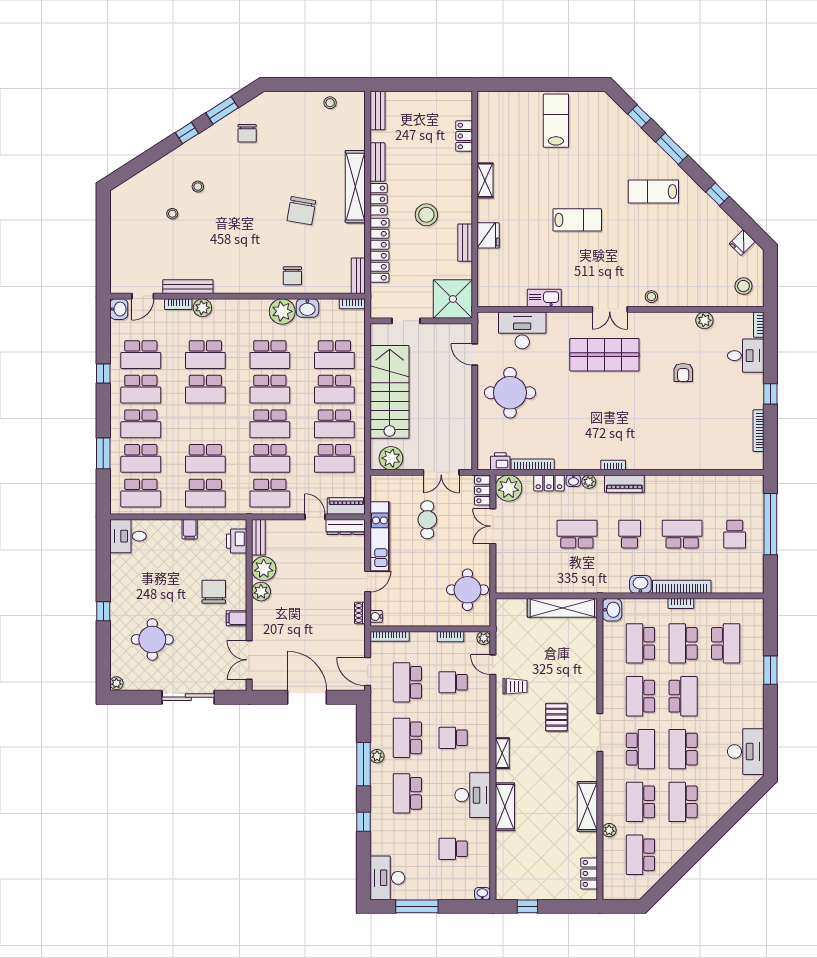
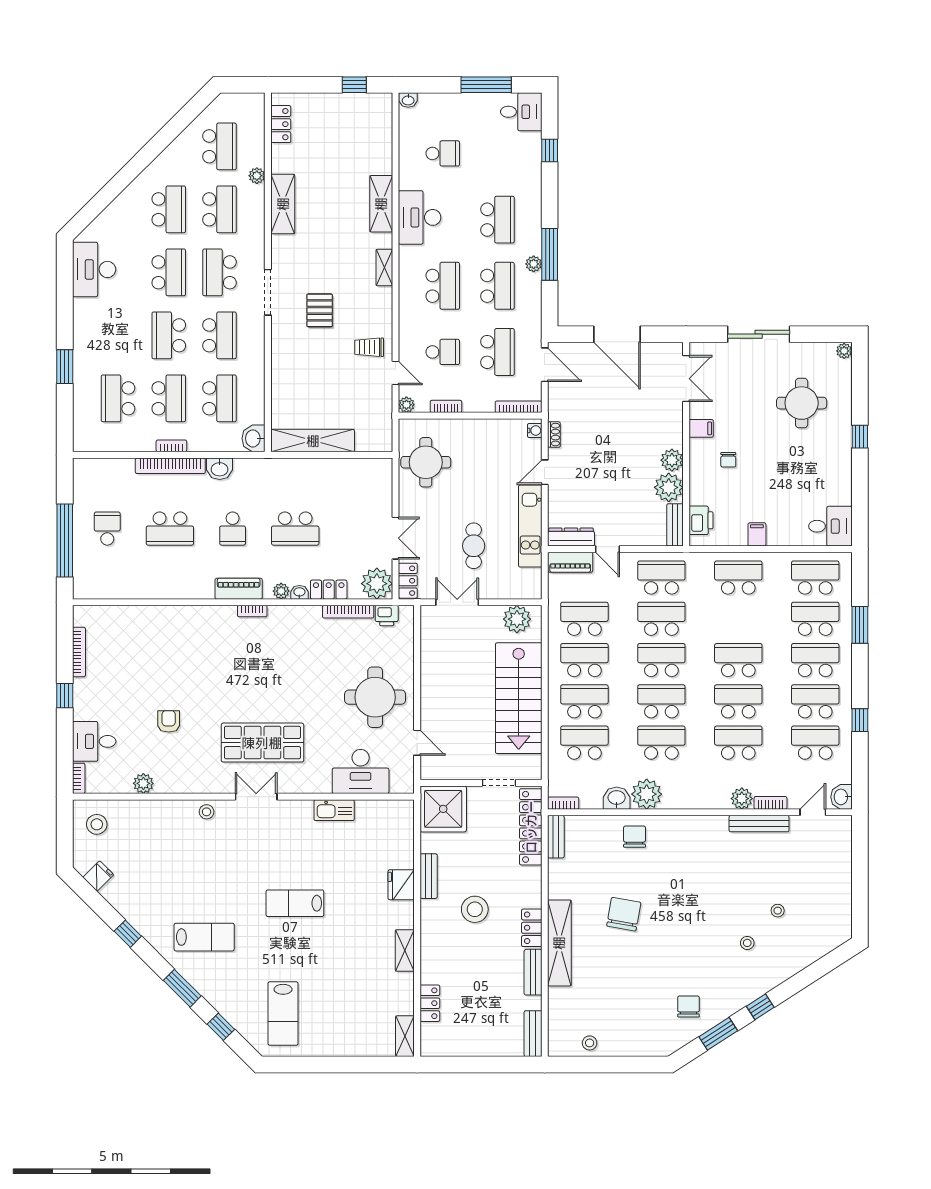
shelving: (485, 108) -> (405, 1036), added
lab bench: (556, 121) -> (283, 1013), moved
locker: (379, 250) -> (531, 827), moved
school desk: (205, 458) -> (738, 660), moved
chair: (214, 592) -> (728, 460), width x0.54, depth x0.54
school desk: (453, 738) -> (443, 286), width x1.85
window: (364, 822) -> (550, 150), moved
desk: (387, 878) -> (521, 112), width x0.73

